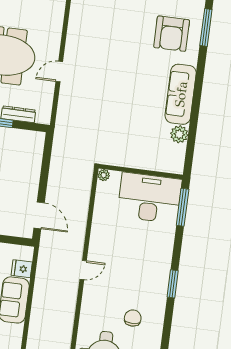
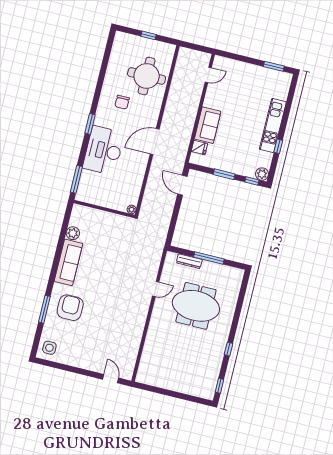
desk: (149, 198) -> (104, 151), moved, turned 90
door: (83, 270) -> (155, 142), width x1.88

